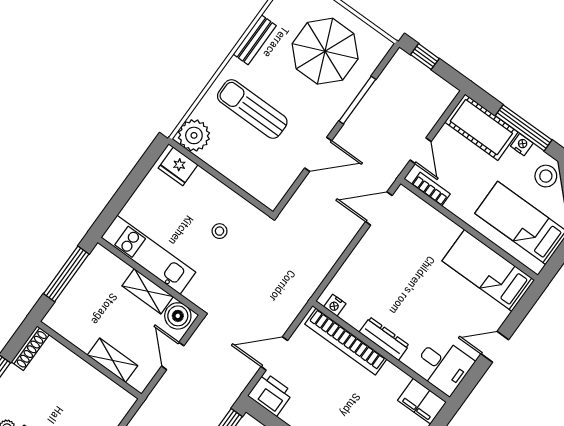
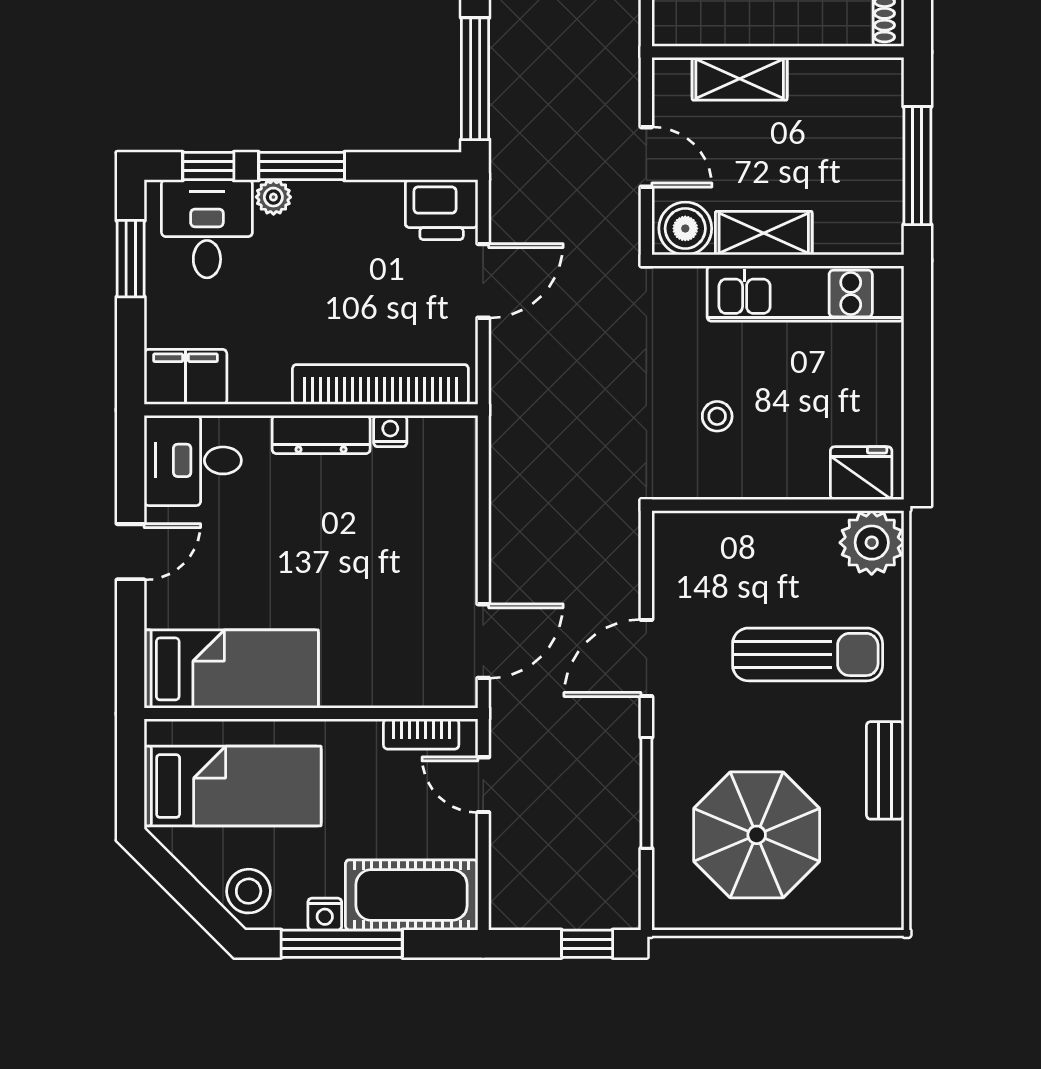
nightstand: (335, 305) -> (390, 431), moved

